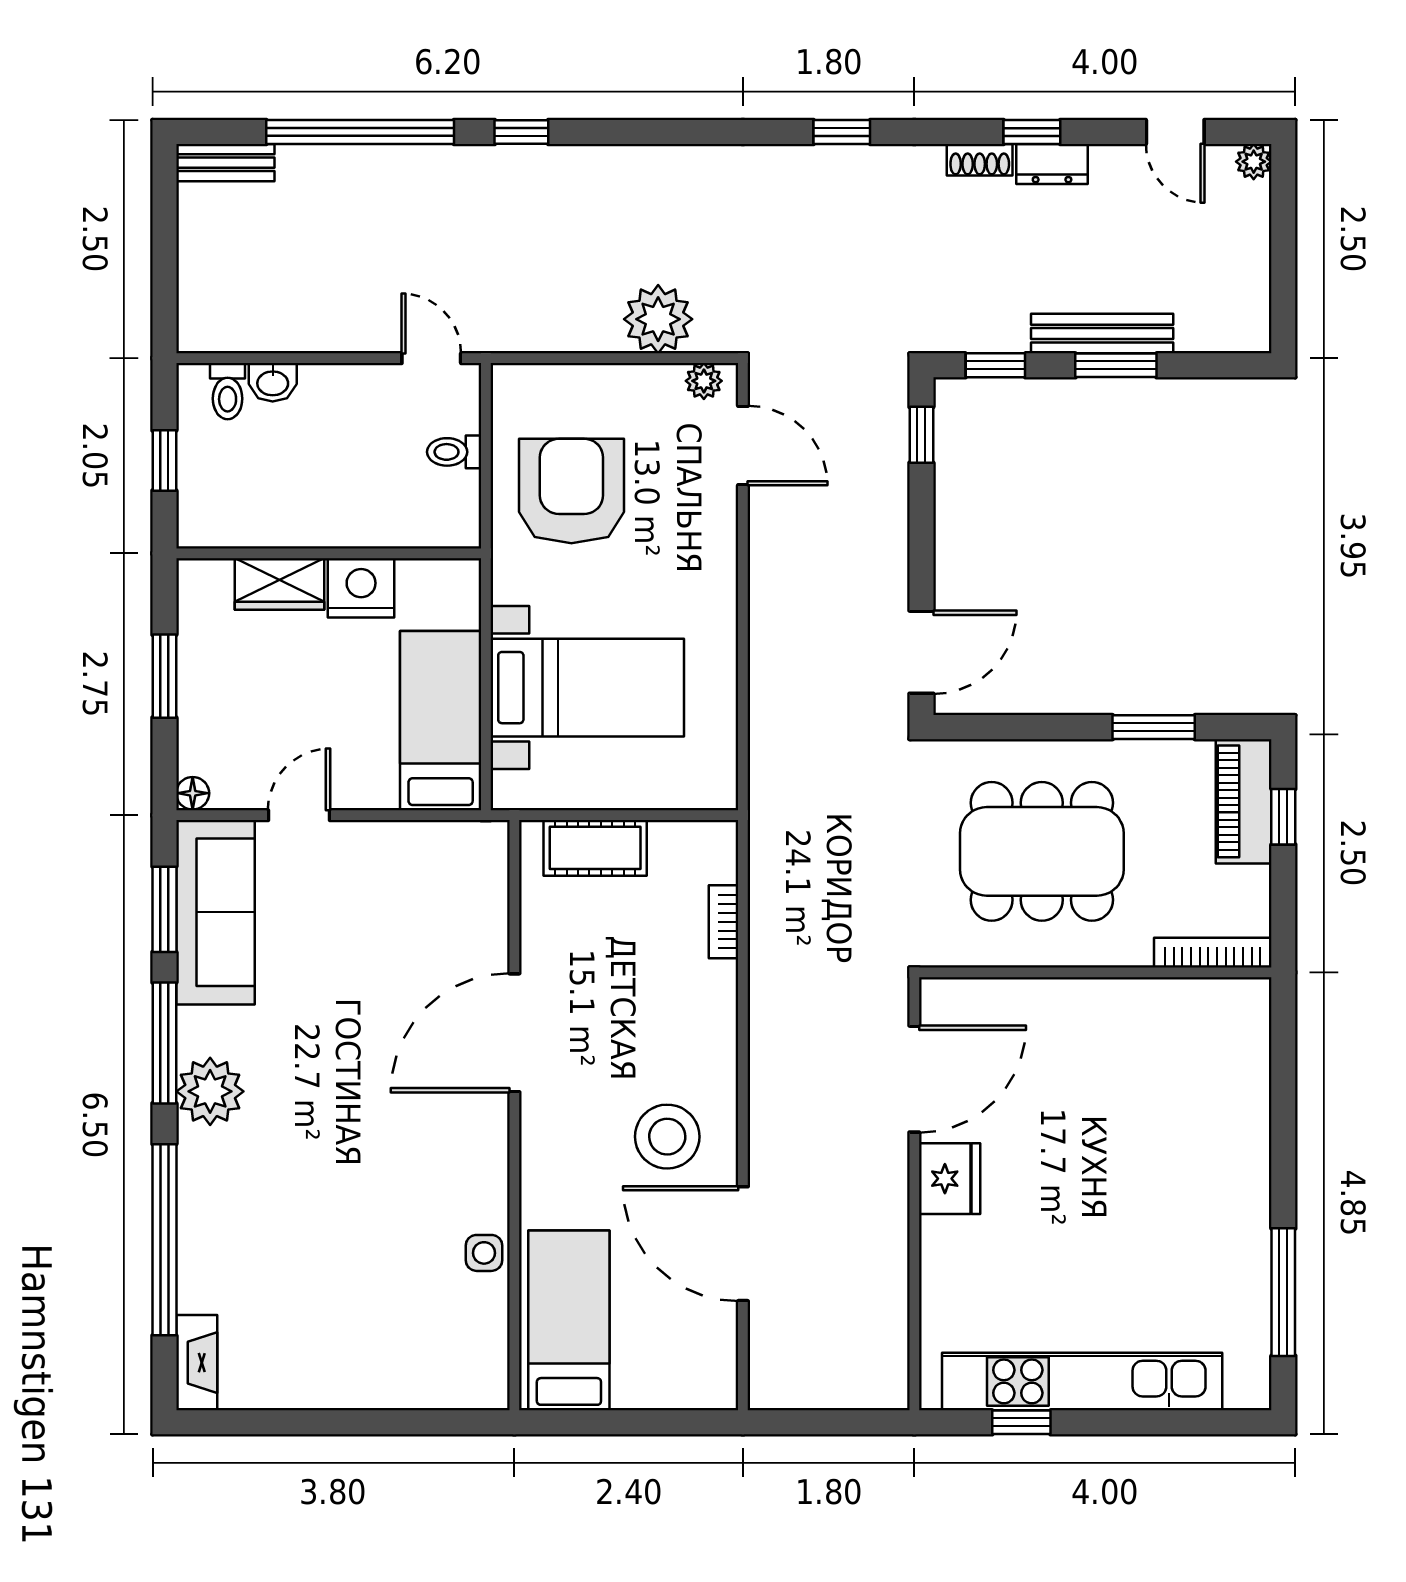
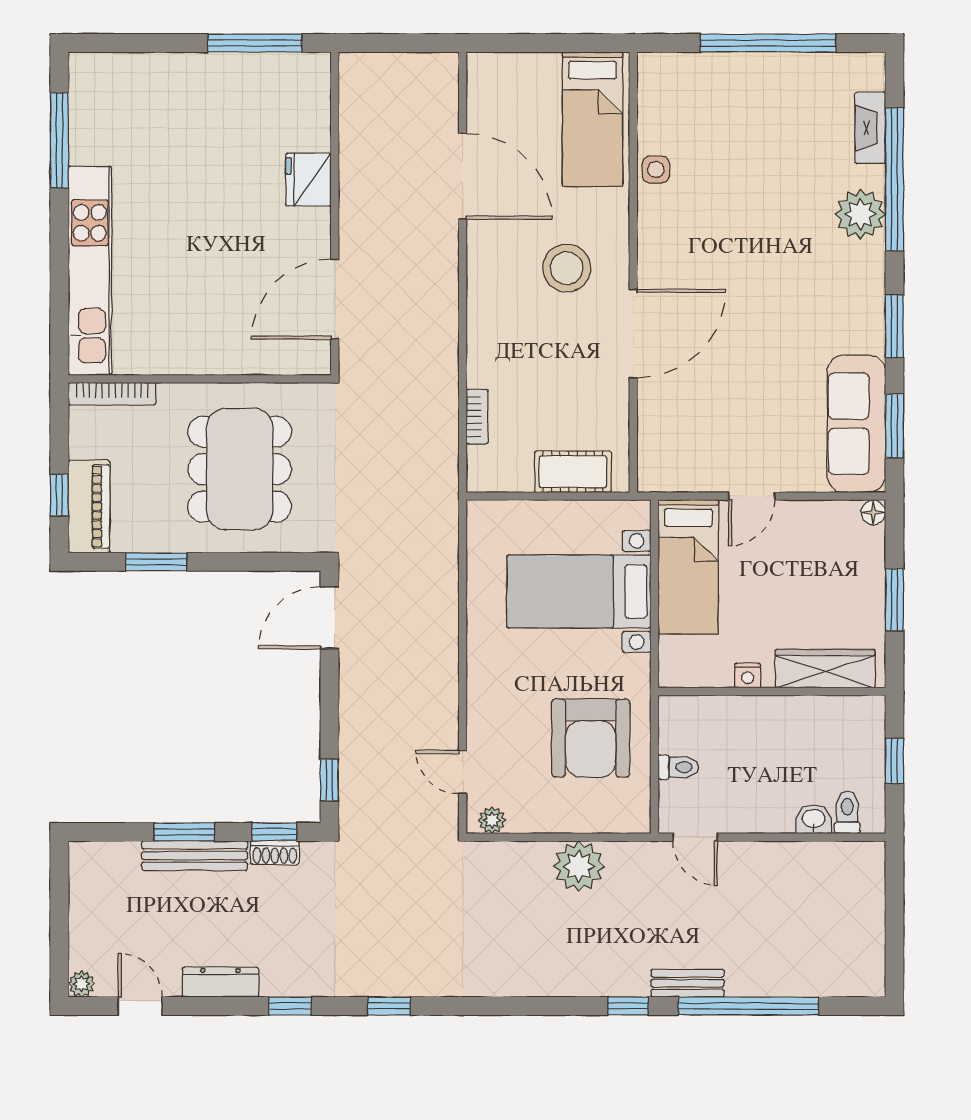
window: (1032, 132) -> (290, 1006), moved
shoe rack: (980, 160) -> (275, 853), moved, turned 180
bench: (225, 163) -> (688, 983), moved
dresser: (1052, 164) -> (220, 982), width x1.44
plant: (658, 319) -> (579, 866), moved
door: (743, 445) -> (463, 772), width x0.73
wardrobe: (280, 584) -> (825, 669), width x1.50
nightstand: (361, 588) -> (748, 676), width x0.53, depth x0.56
door: (299, 815) -> (752, 496), moved
dining table: (1042, 851) -> (240, 469), turned 90
window: (164, 1043) -> (894, 326), width x0.69
plant: (210, 1091) -> (860, 214), moved
stool: (667, 1137) -> (567, 268), moved
fridge: (950, 1179) -> (308, 180), moved
fireplace: (197, 1363) -> (870, 128), moved
kitchen unit: (1082, 1381) -> (90, 271), moved, turned -90
window: (334, 1422) -> (768, 43), added
window: (1021, 1422) -> (255, 43), width x2.17

